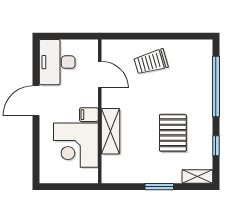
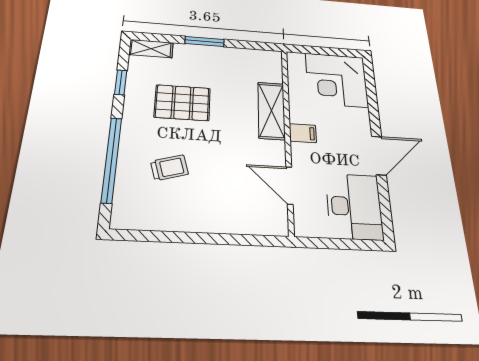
trolley: (151, 62) -> (169, 168), moved, width x0.73, depth x0.72
pallet: (173, 133) -> (182, 103), turned 90
corner desk: (76, 145) -> (336, 80), moved, turned 180

